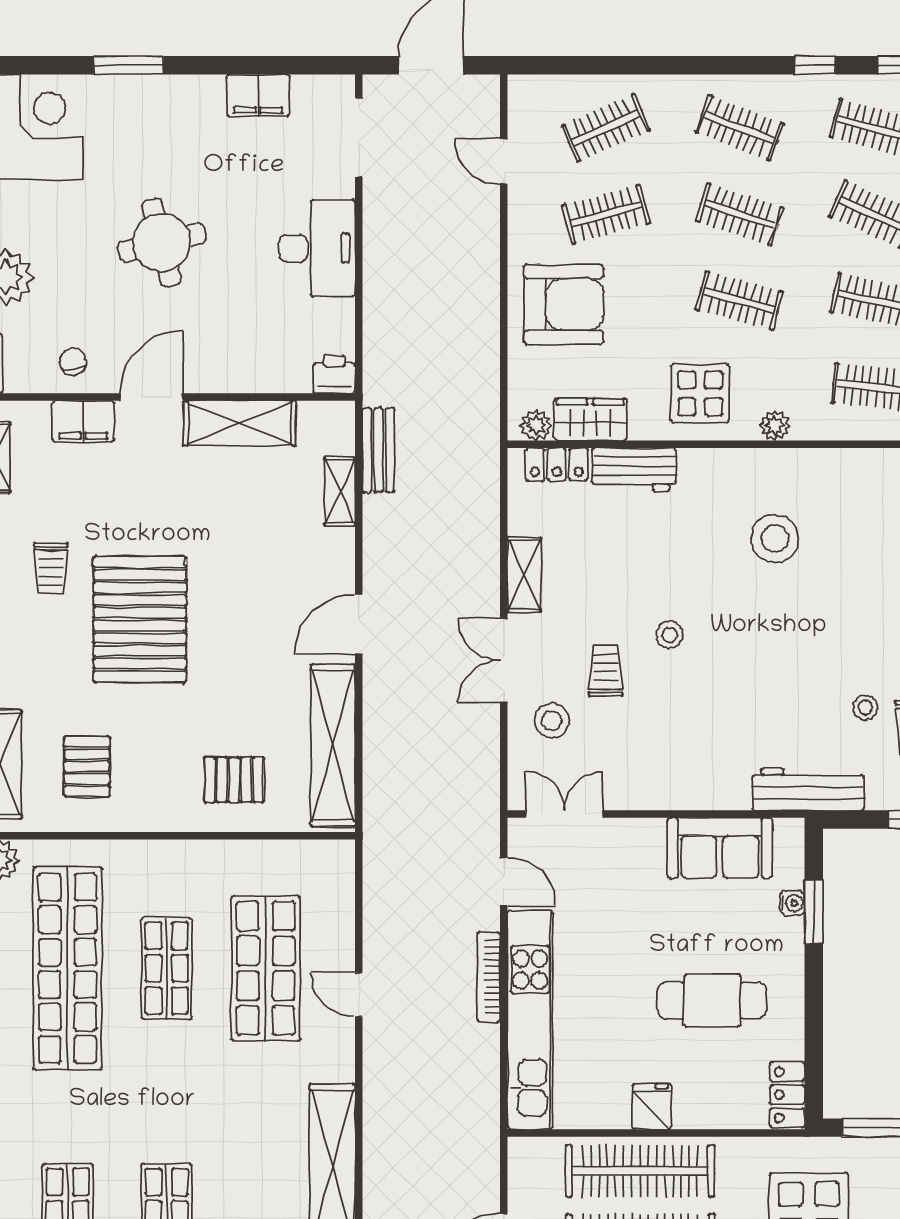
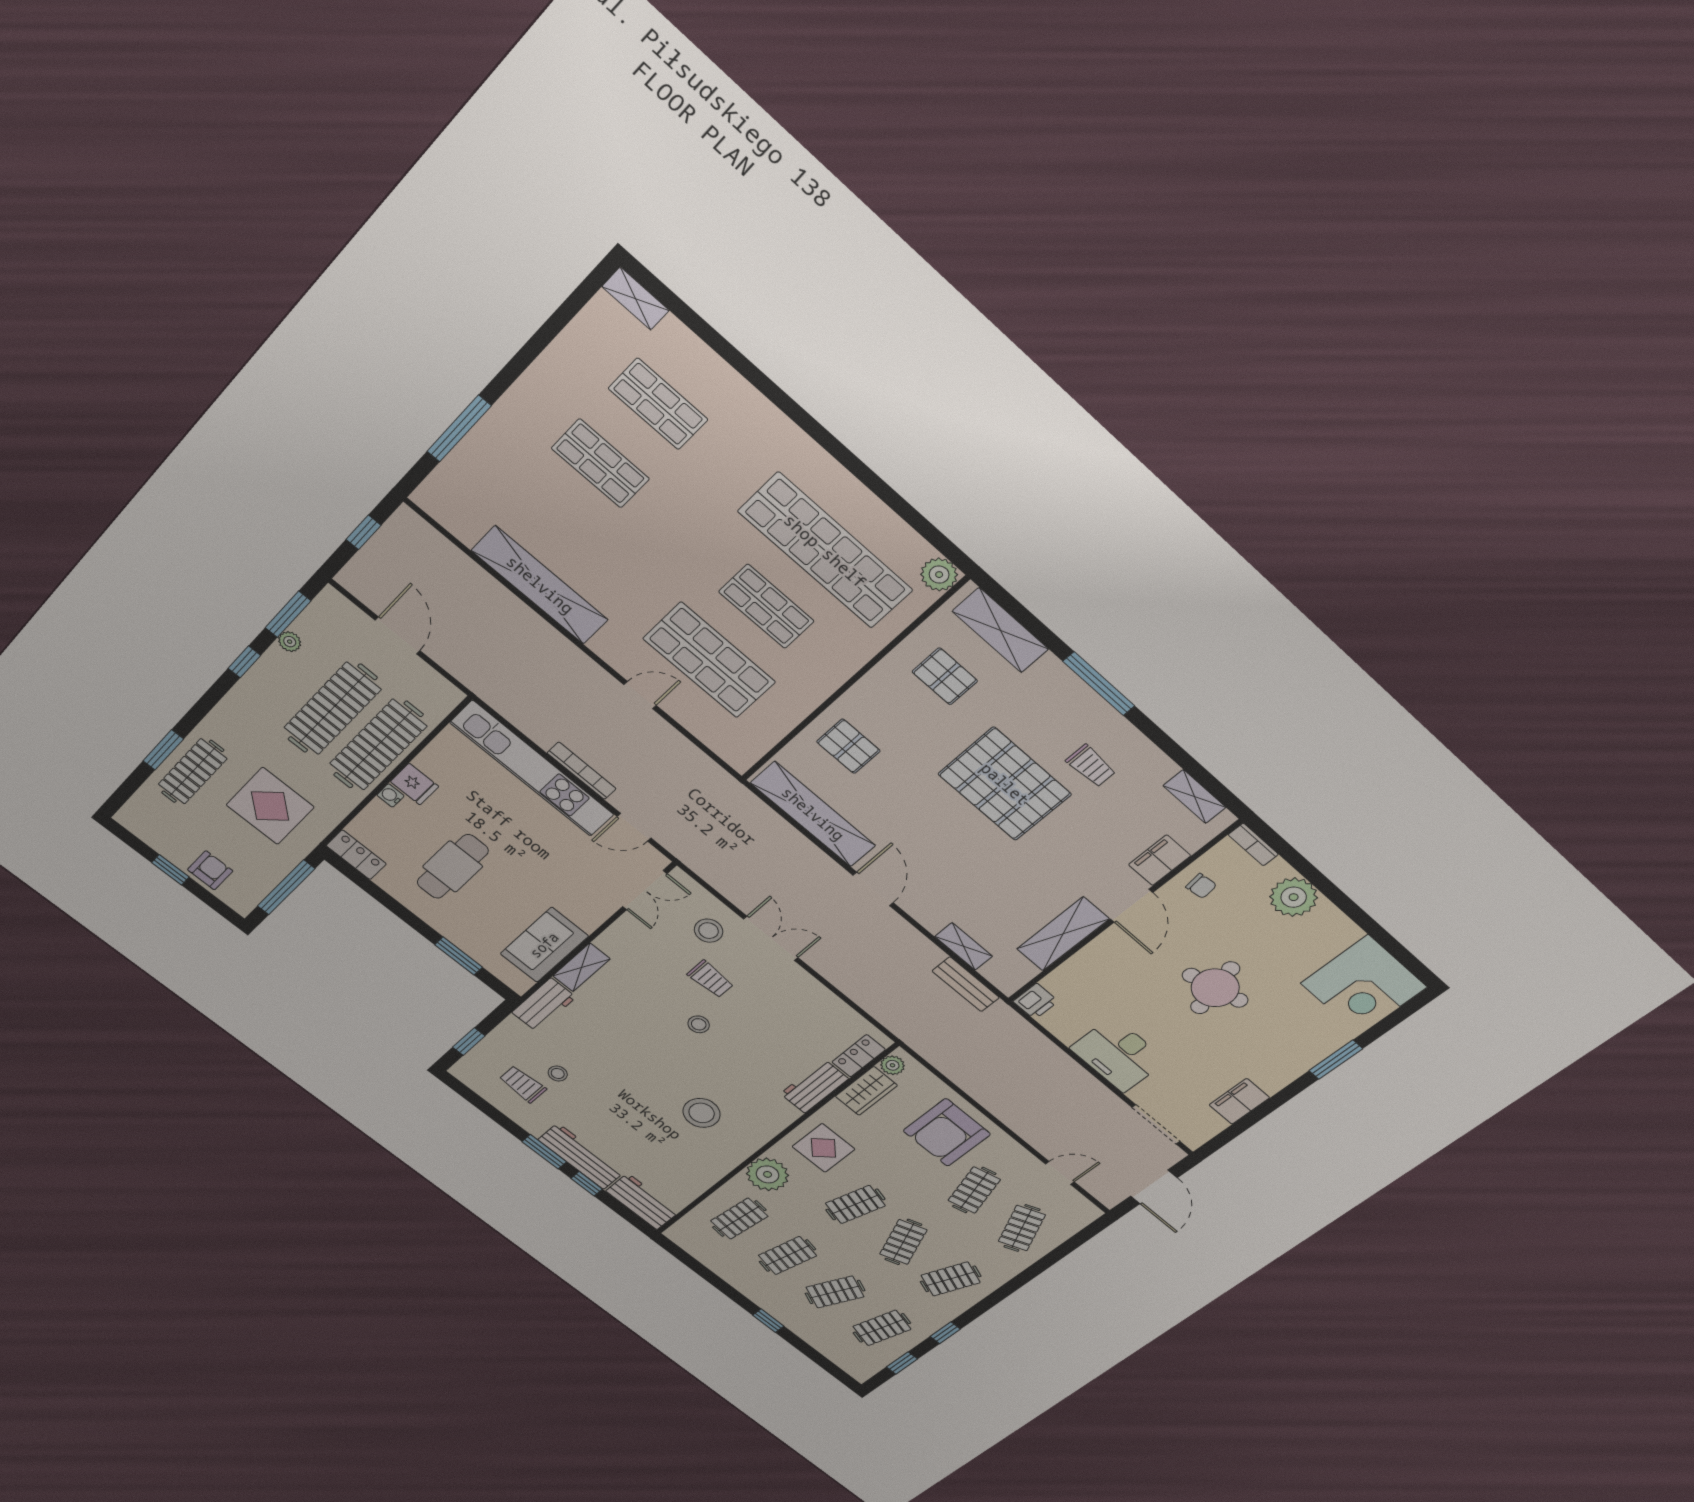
clothes rail: (739, 214) -> (903, 1242), turned -39
plant: (775, 426) -> (768, 1174), width x1.87, depth x1.87
trolley: (51, 568) -> (1091, 766), turned 180
shelving: (524, 575) -> (581, 967), moved, turned 90
pallet: (234, 780) -> (848, 746), turned 90
workbench: (808, 789) -> (544, 1005), width x0.73
water cooler: (792, 903) -> (391, 796), moved, turned 90

